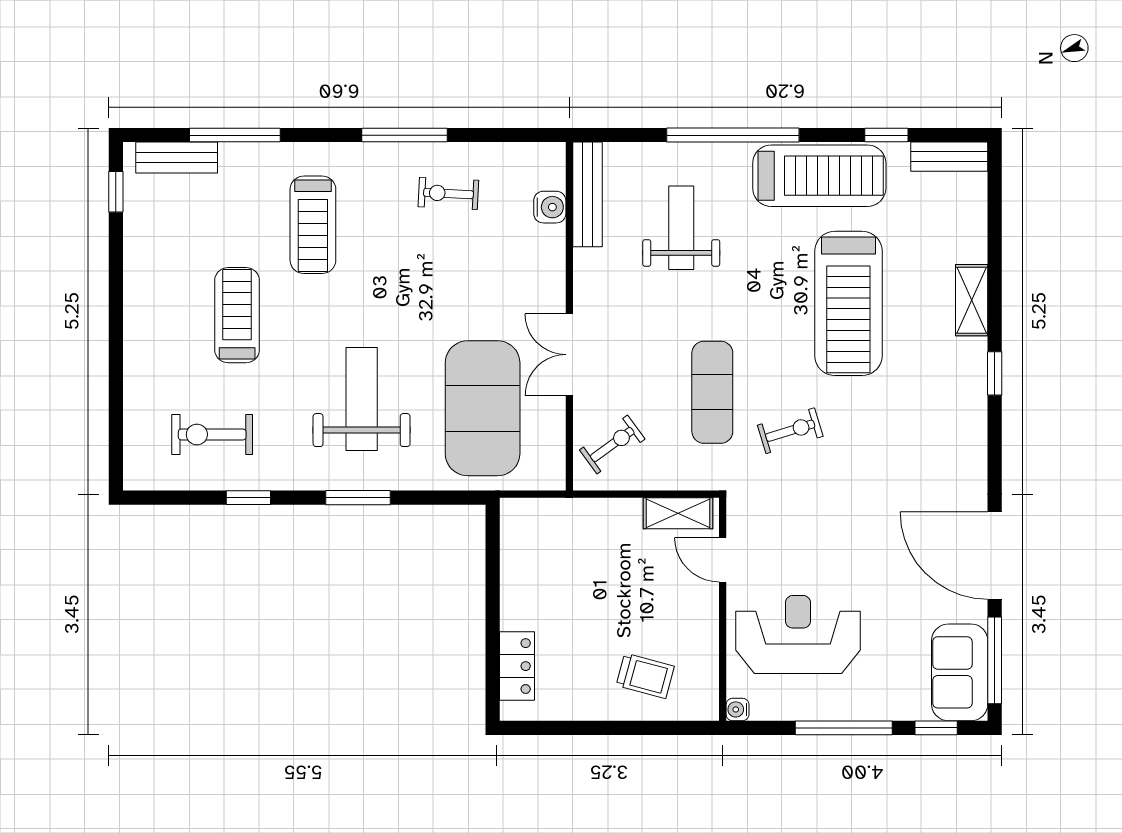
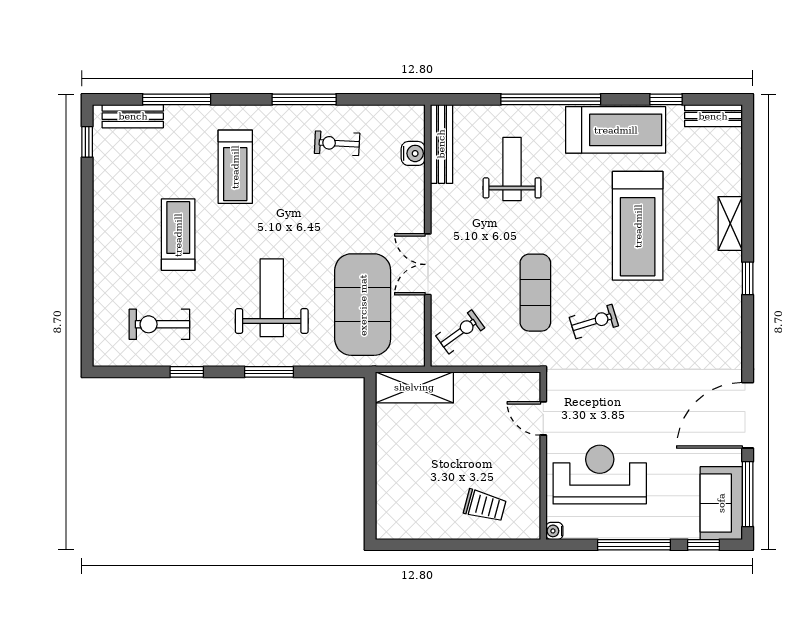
shelving: (678, 513) -> (414, 387), moved, width x1.50, depth x1.33
door: (995, 556) -> (748, 415), hinge flipped
locker: (517, 666) -> (388, 498), removed

